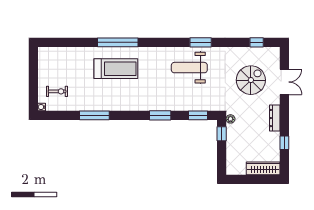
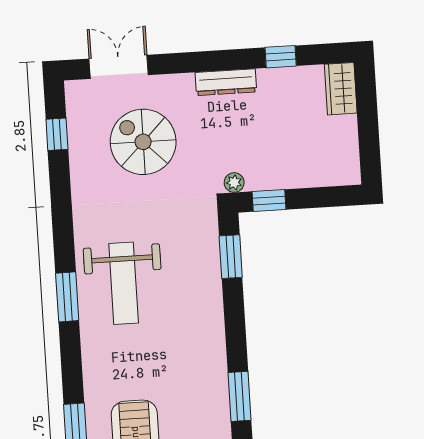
window: (201, 42) -> (67, 297), moved
double door: (284, 82) -> (119, 67), moved
window: (160, 115) -> (240, 396), moved
wardrobe: (263, 168) -> (341, 89), width x0.67

